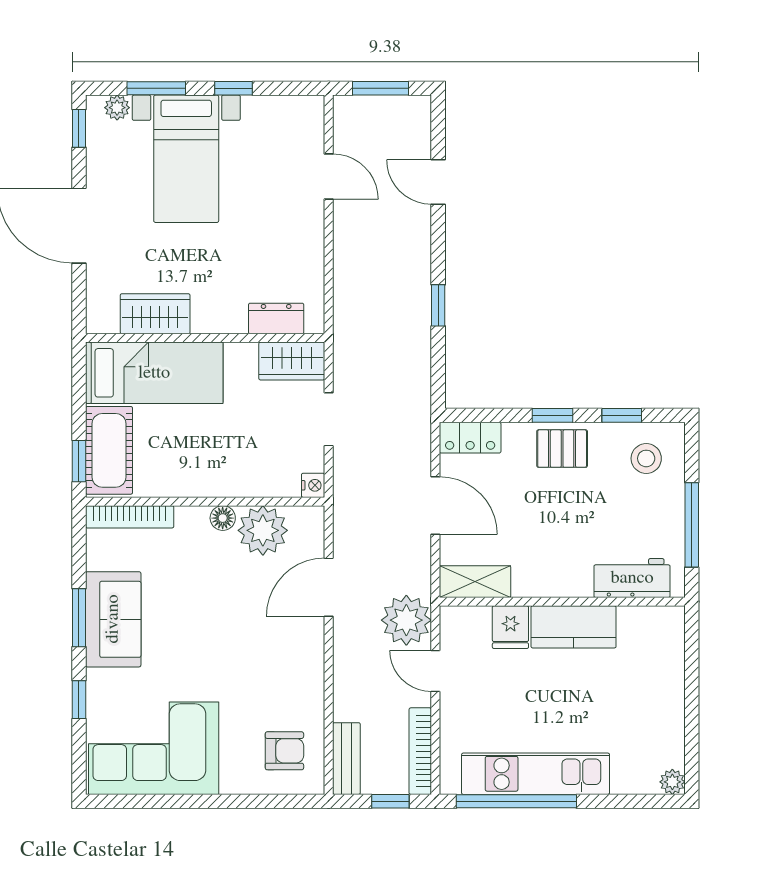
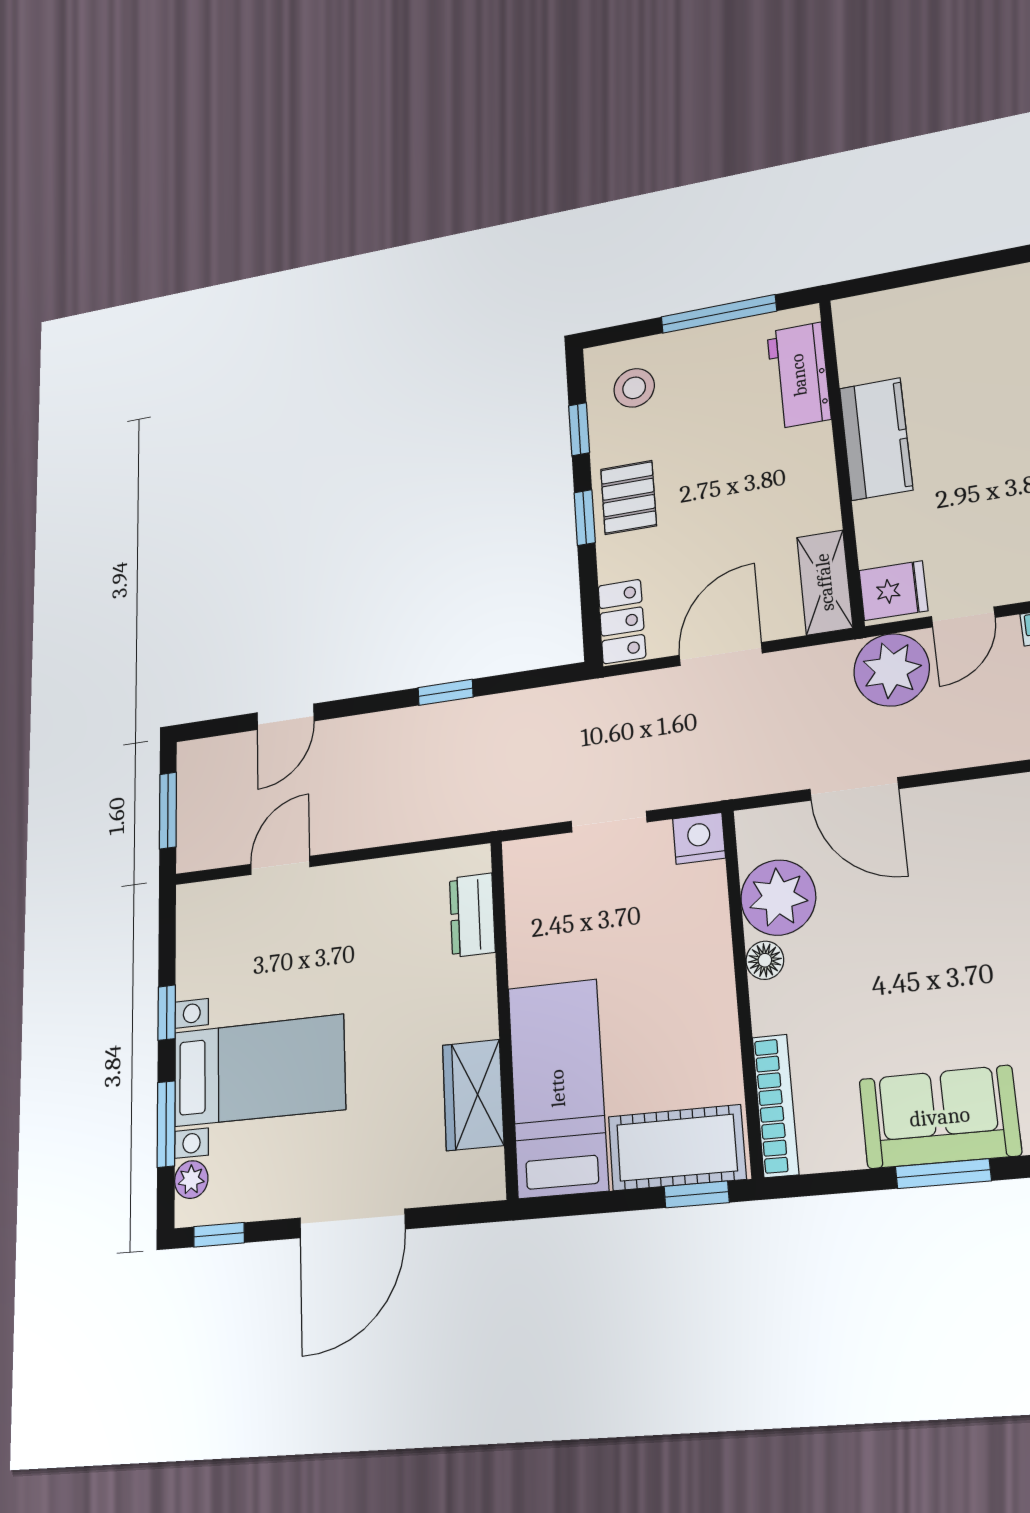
wardrobe: (292, 361) -> (530, 885), removed
nightstand: (313, 485) -> (699, 838), width x1.39, depth x1.35
fridge: (510, 627) -> (893, 591), moved

